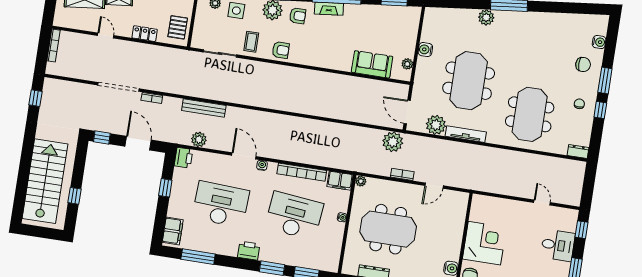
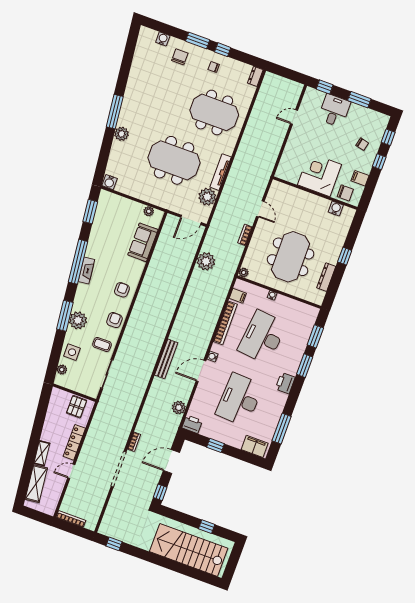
armchair: (298, 16) -> (122, 290), moved
pallet: (178, 27) -> (77, 407), turned 90
locker: (145, 34) -> (74, 442), width x1.53
water cooler: (425, 50) -> (110, 182), moved
bench: (204, 108) -> (166, 359), moved
plant: (393, 142) -> (206, 261), moved
filing cabinet: (340, 181) -> (238, 296), width x0.50

